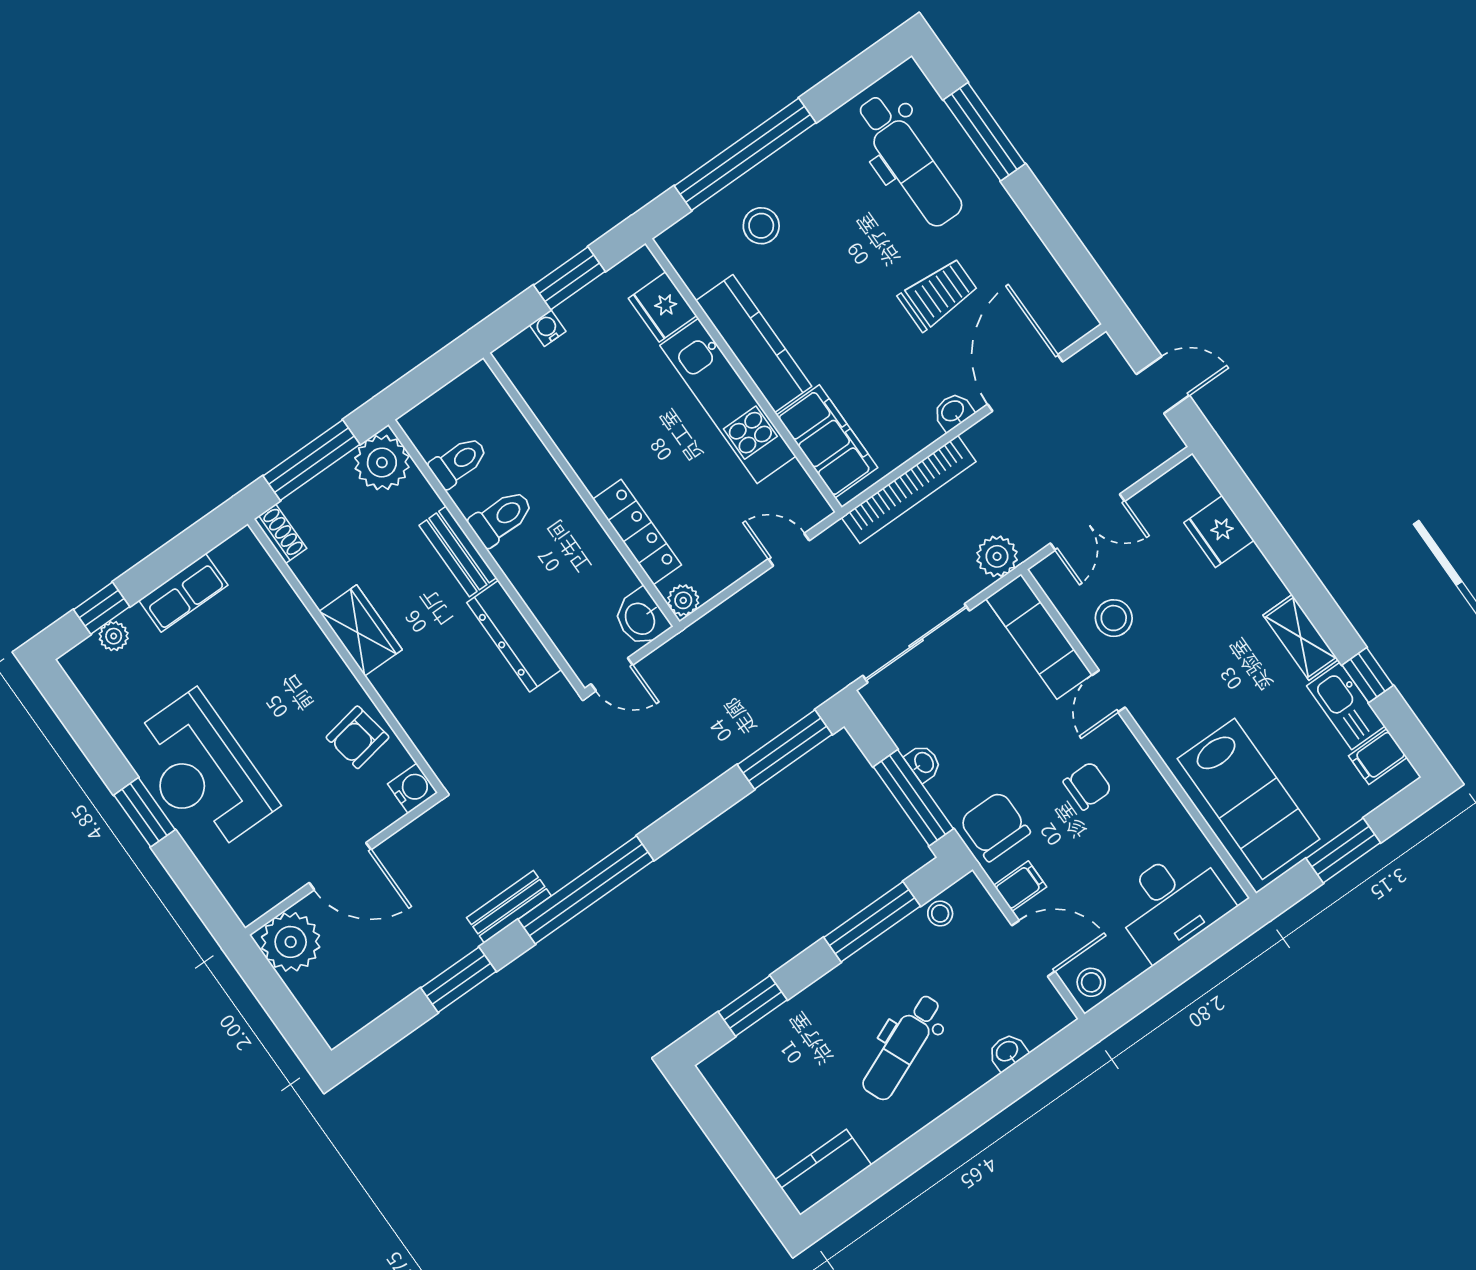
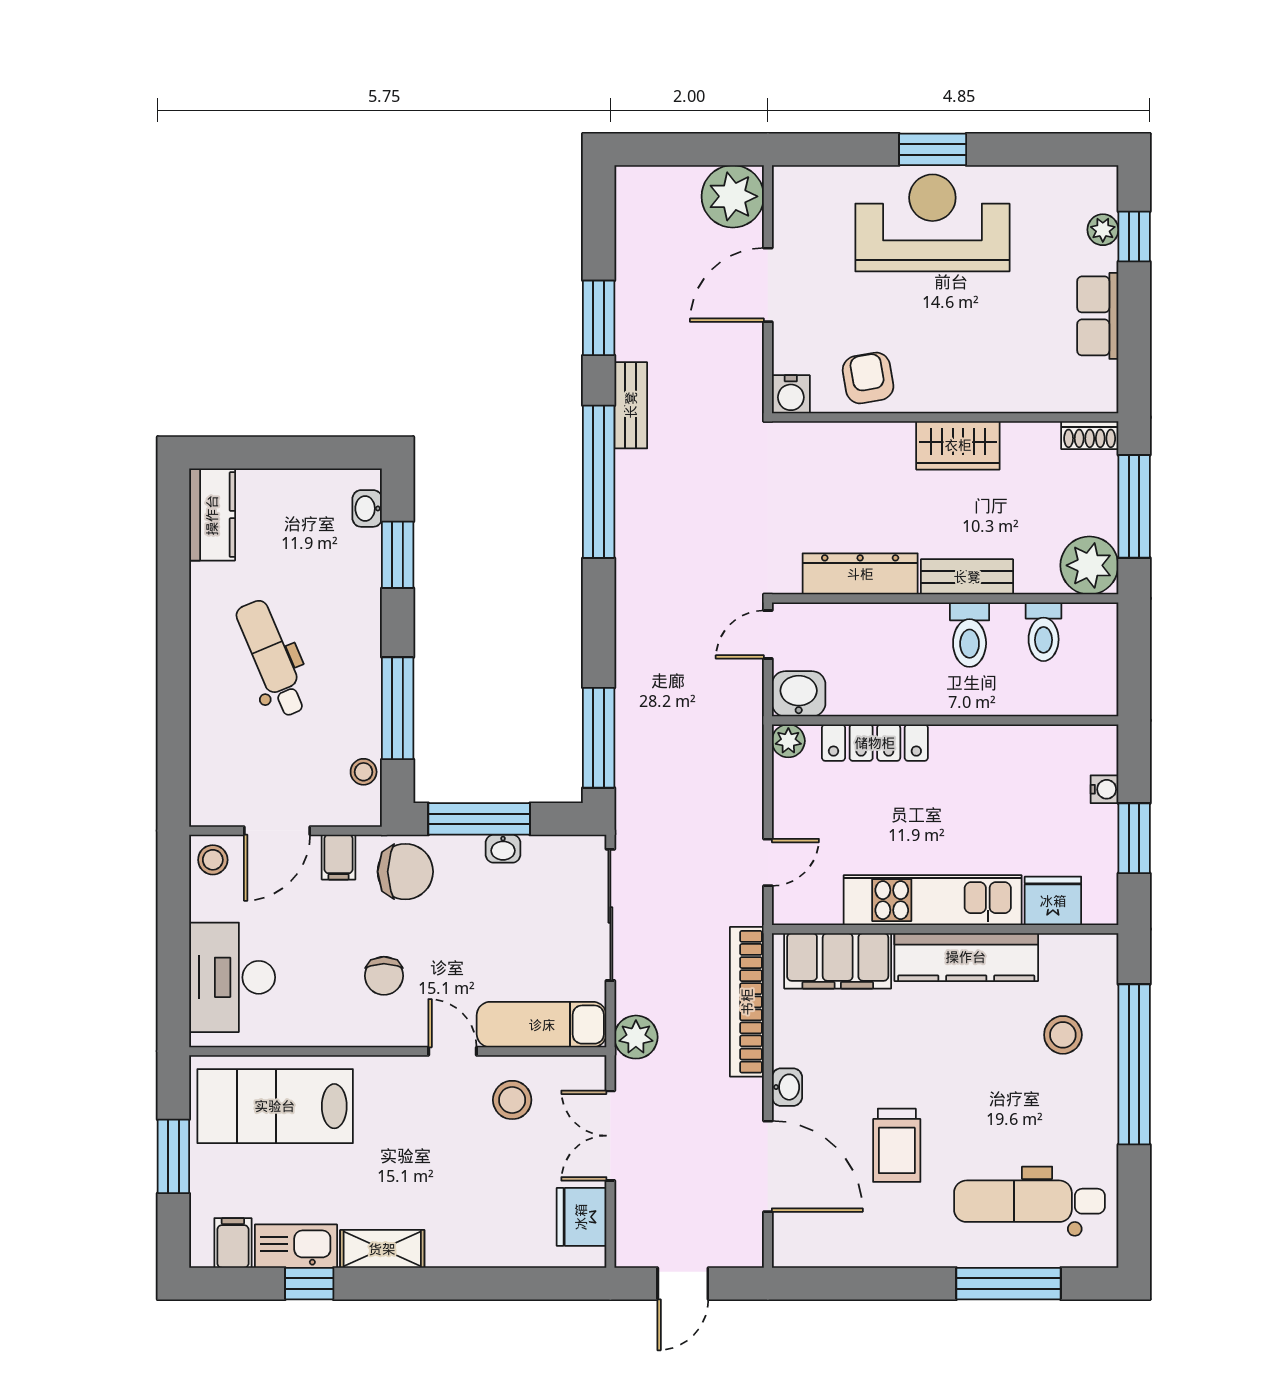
fridge: (1219, 532) -> (581, 1217), moved, turned -90
washbasin: (1007, 1052) -> (367, 508), moved, turned 180

